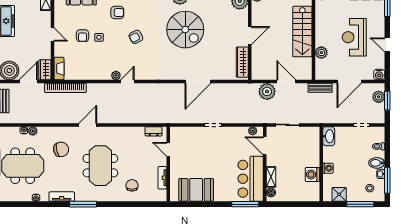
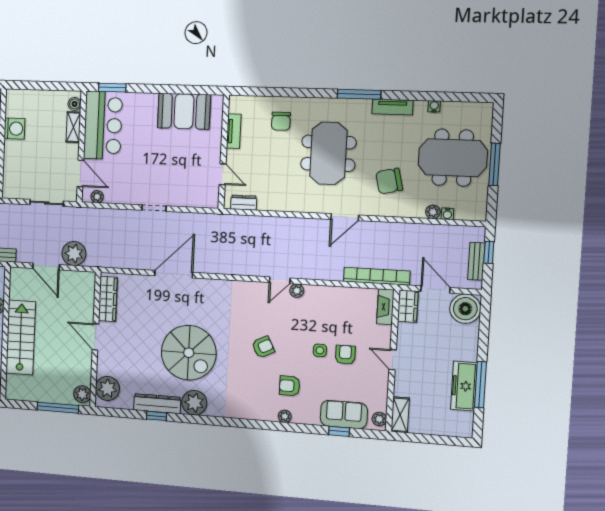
spiral stairs: (185, 30) -> (189, 353), turned 180
door: (250, 36) -> (95, 337), hinge flipped
door: (28, 82) -> (435, 290), swing flipped
window: (245, 204) -> (112, 88), width x0.69

